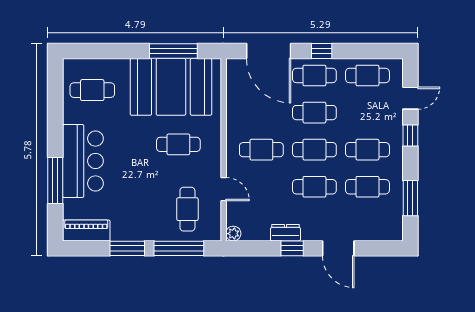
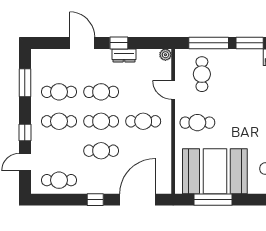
door: (269, 51) -> (137, 200), hinge flipped
cafe table: (314, 75) -> (101, 180), removed
cafe table: (178, 144) -> (197, 123), moved

